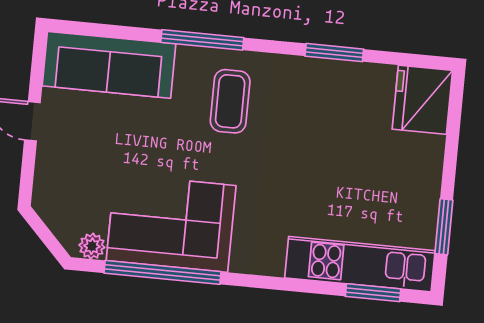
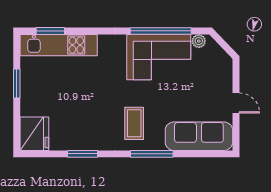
window: (444, 227) -> (17, 83), moved

